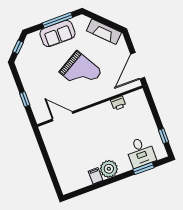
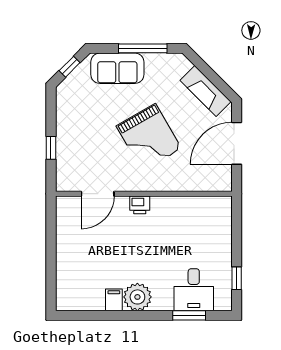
sofa: (57, 34) -> (117, 68), moved
door: (138, 66) -> (237, 143), moved
printer: (118, 103) -> (140, 205), moved
door: (63, 116) -> (98, 194), swing flipped

